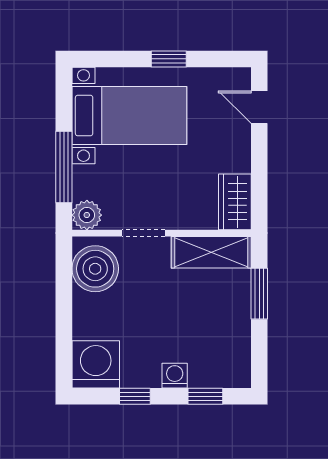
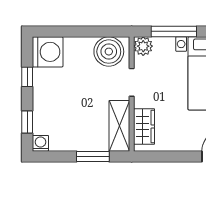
wardrobe: (235, 202) -> (144, 127), moved, turned 90
washing machine: (175, 376) -> (40, 143), moved, turned -90

